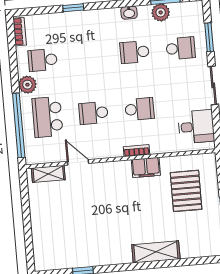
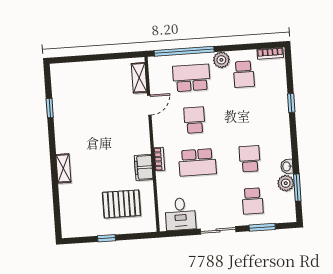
washbasin: (129, 13) -> (287, 166), moved
school desk: (43, 60) -> (244, 74), turned 180
school desk: (139, 109) -> (197, 162), width x1.85
shelving: (156, 252) -> (63, 168), width x0.67, depth x0.75

